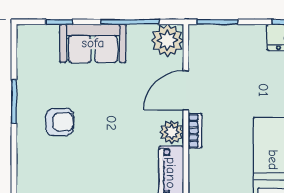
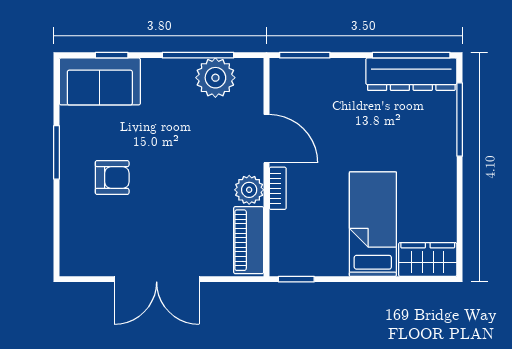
plant: (167, 40) -> (215, 78), moved
sofa: (93, 43) -> (100, 81), moved
door: (186, 90) -> (266, 139), swing flipped

